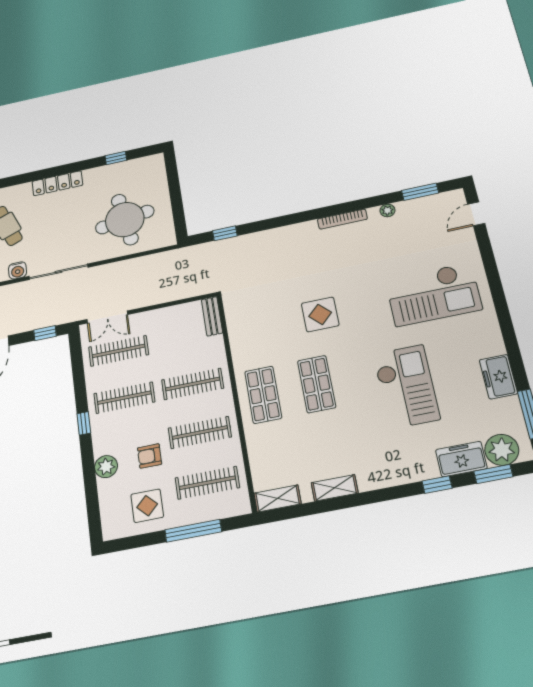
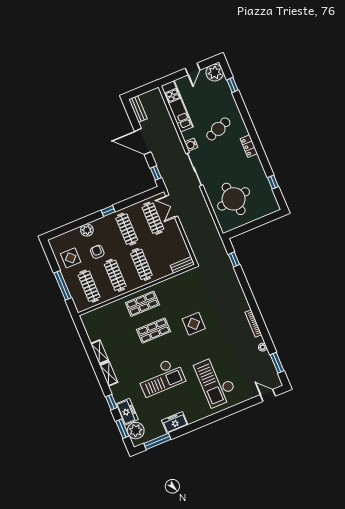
locker: (57, 183) -> (249, 146), width x0.66
shelving: (278, 499) -> (109, 374), moved

